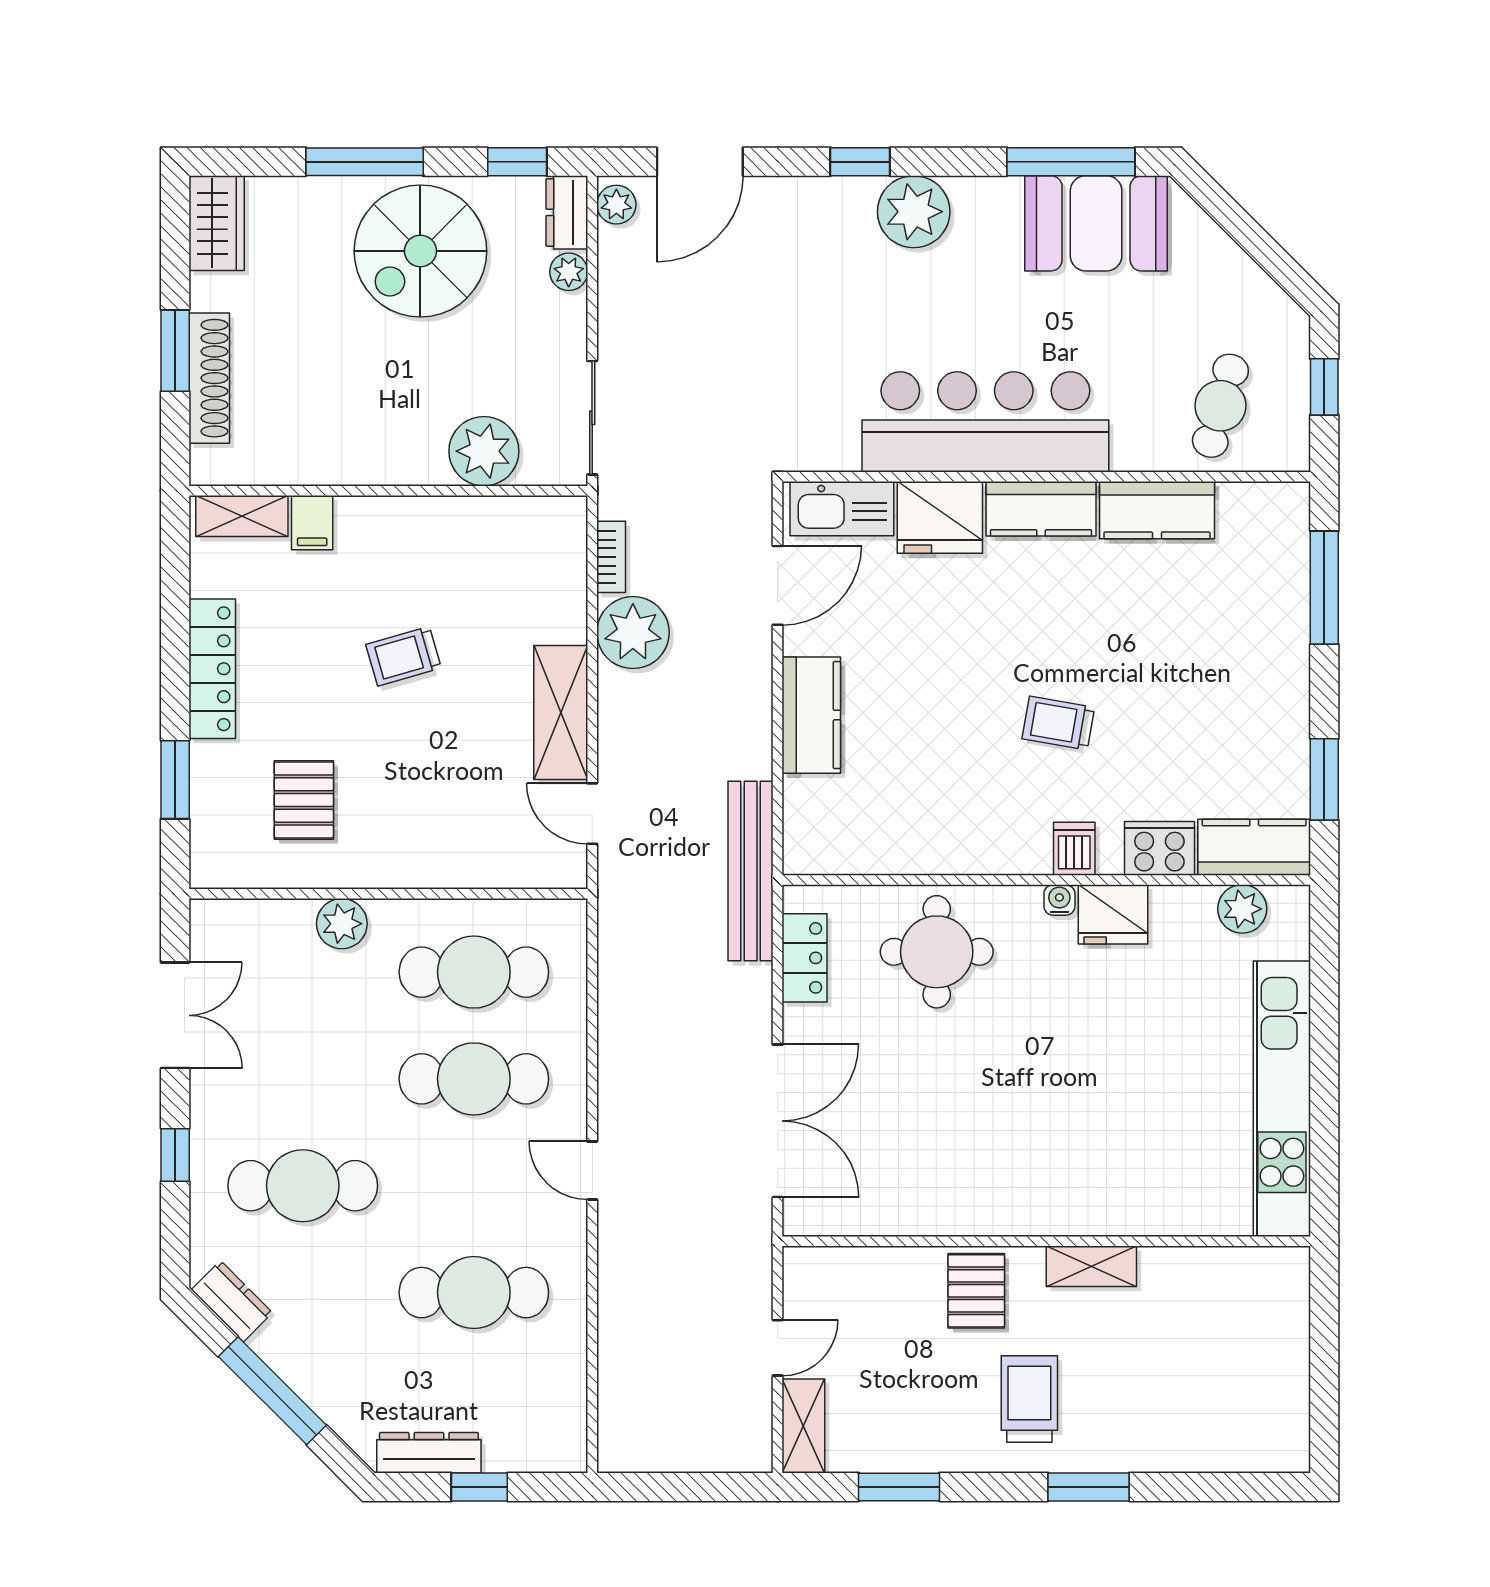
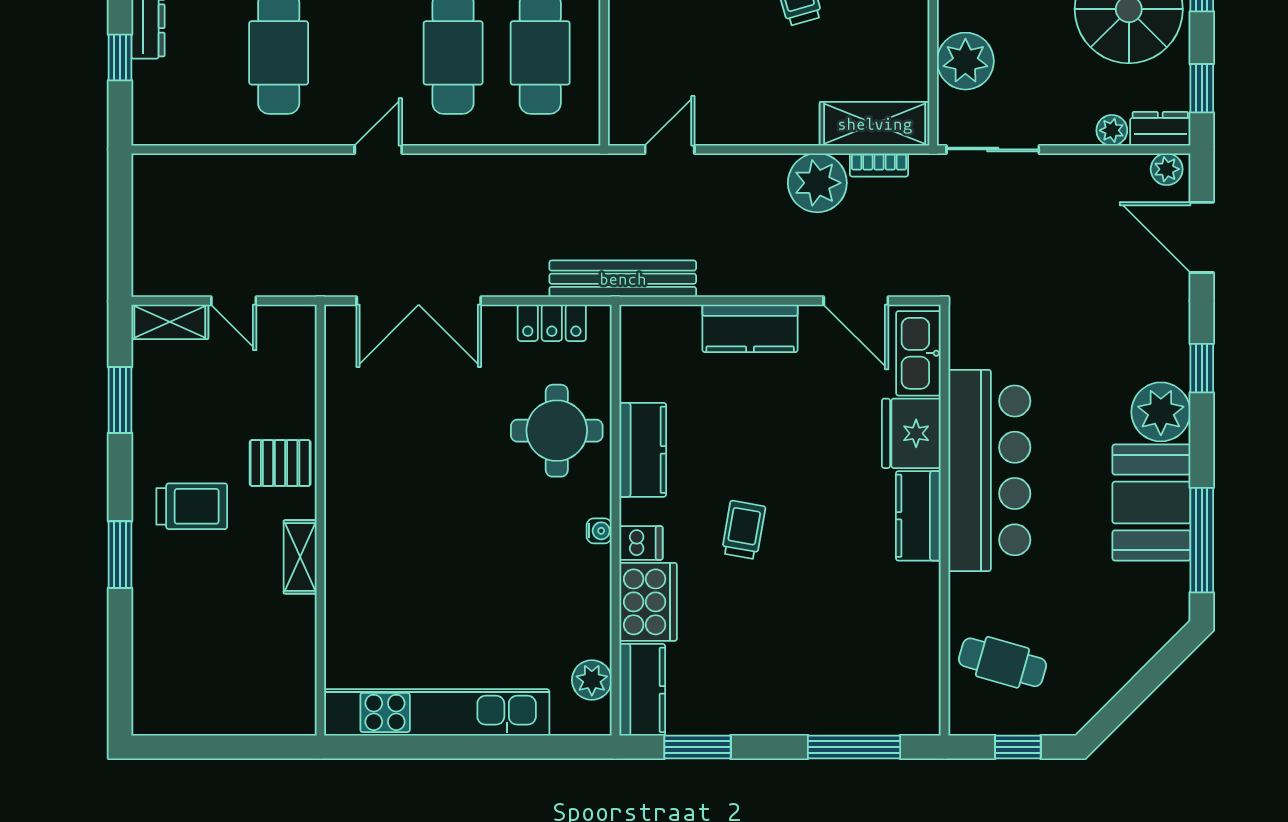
booth: (1096, 223) -> (1151, 503), moved
kitchen counter: (1157, 510) -> (643, 450), moved, turned 180
shelving: (561, 712) -> (875, 124), moved
cooker: (1159, 848) -> (648, 602), width x1.37, depth x1.31
fridge: (1113, 914) -> (587, 575), removed

